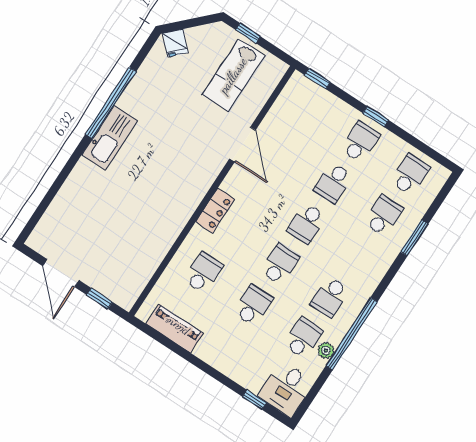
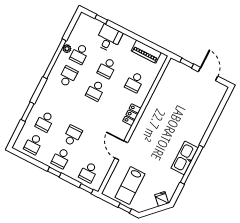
lab bench: (233, 75) -> (130, 186), turned 180
kitchen sink: (110, 138) -> (184, 158), moved
school desk: (307, 224) -> (88, 172), moved, turned 180
desk: (286, 389) -> (109, 38), moved

